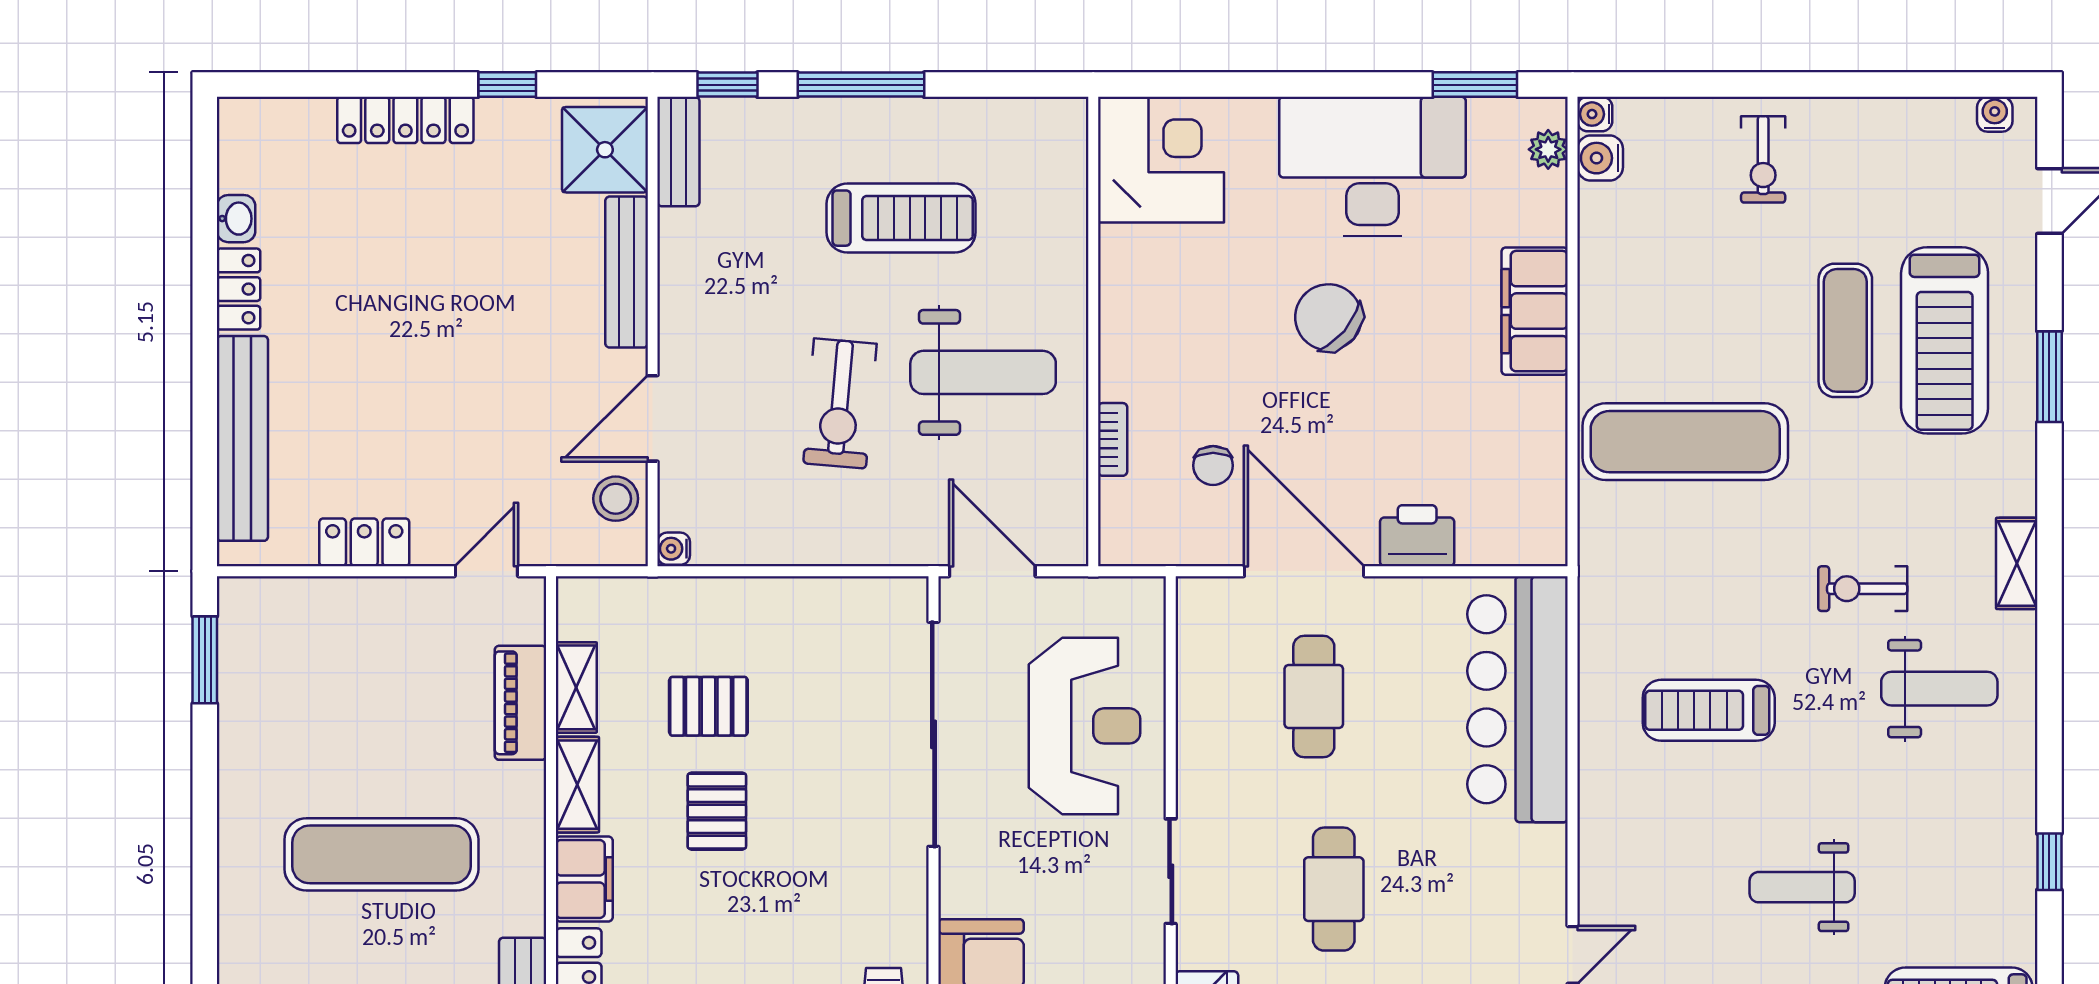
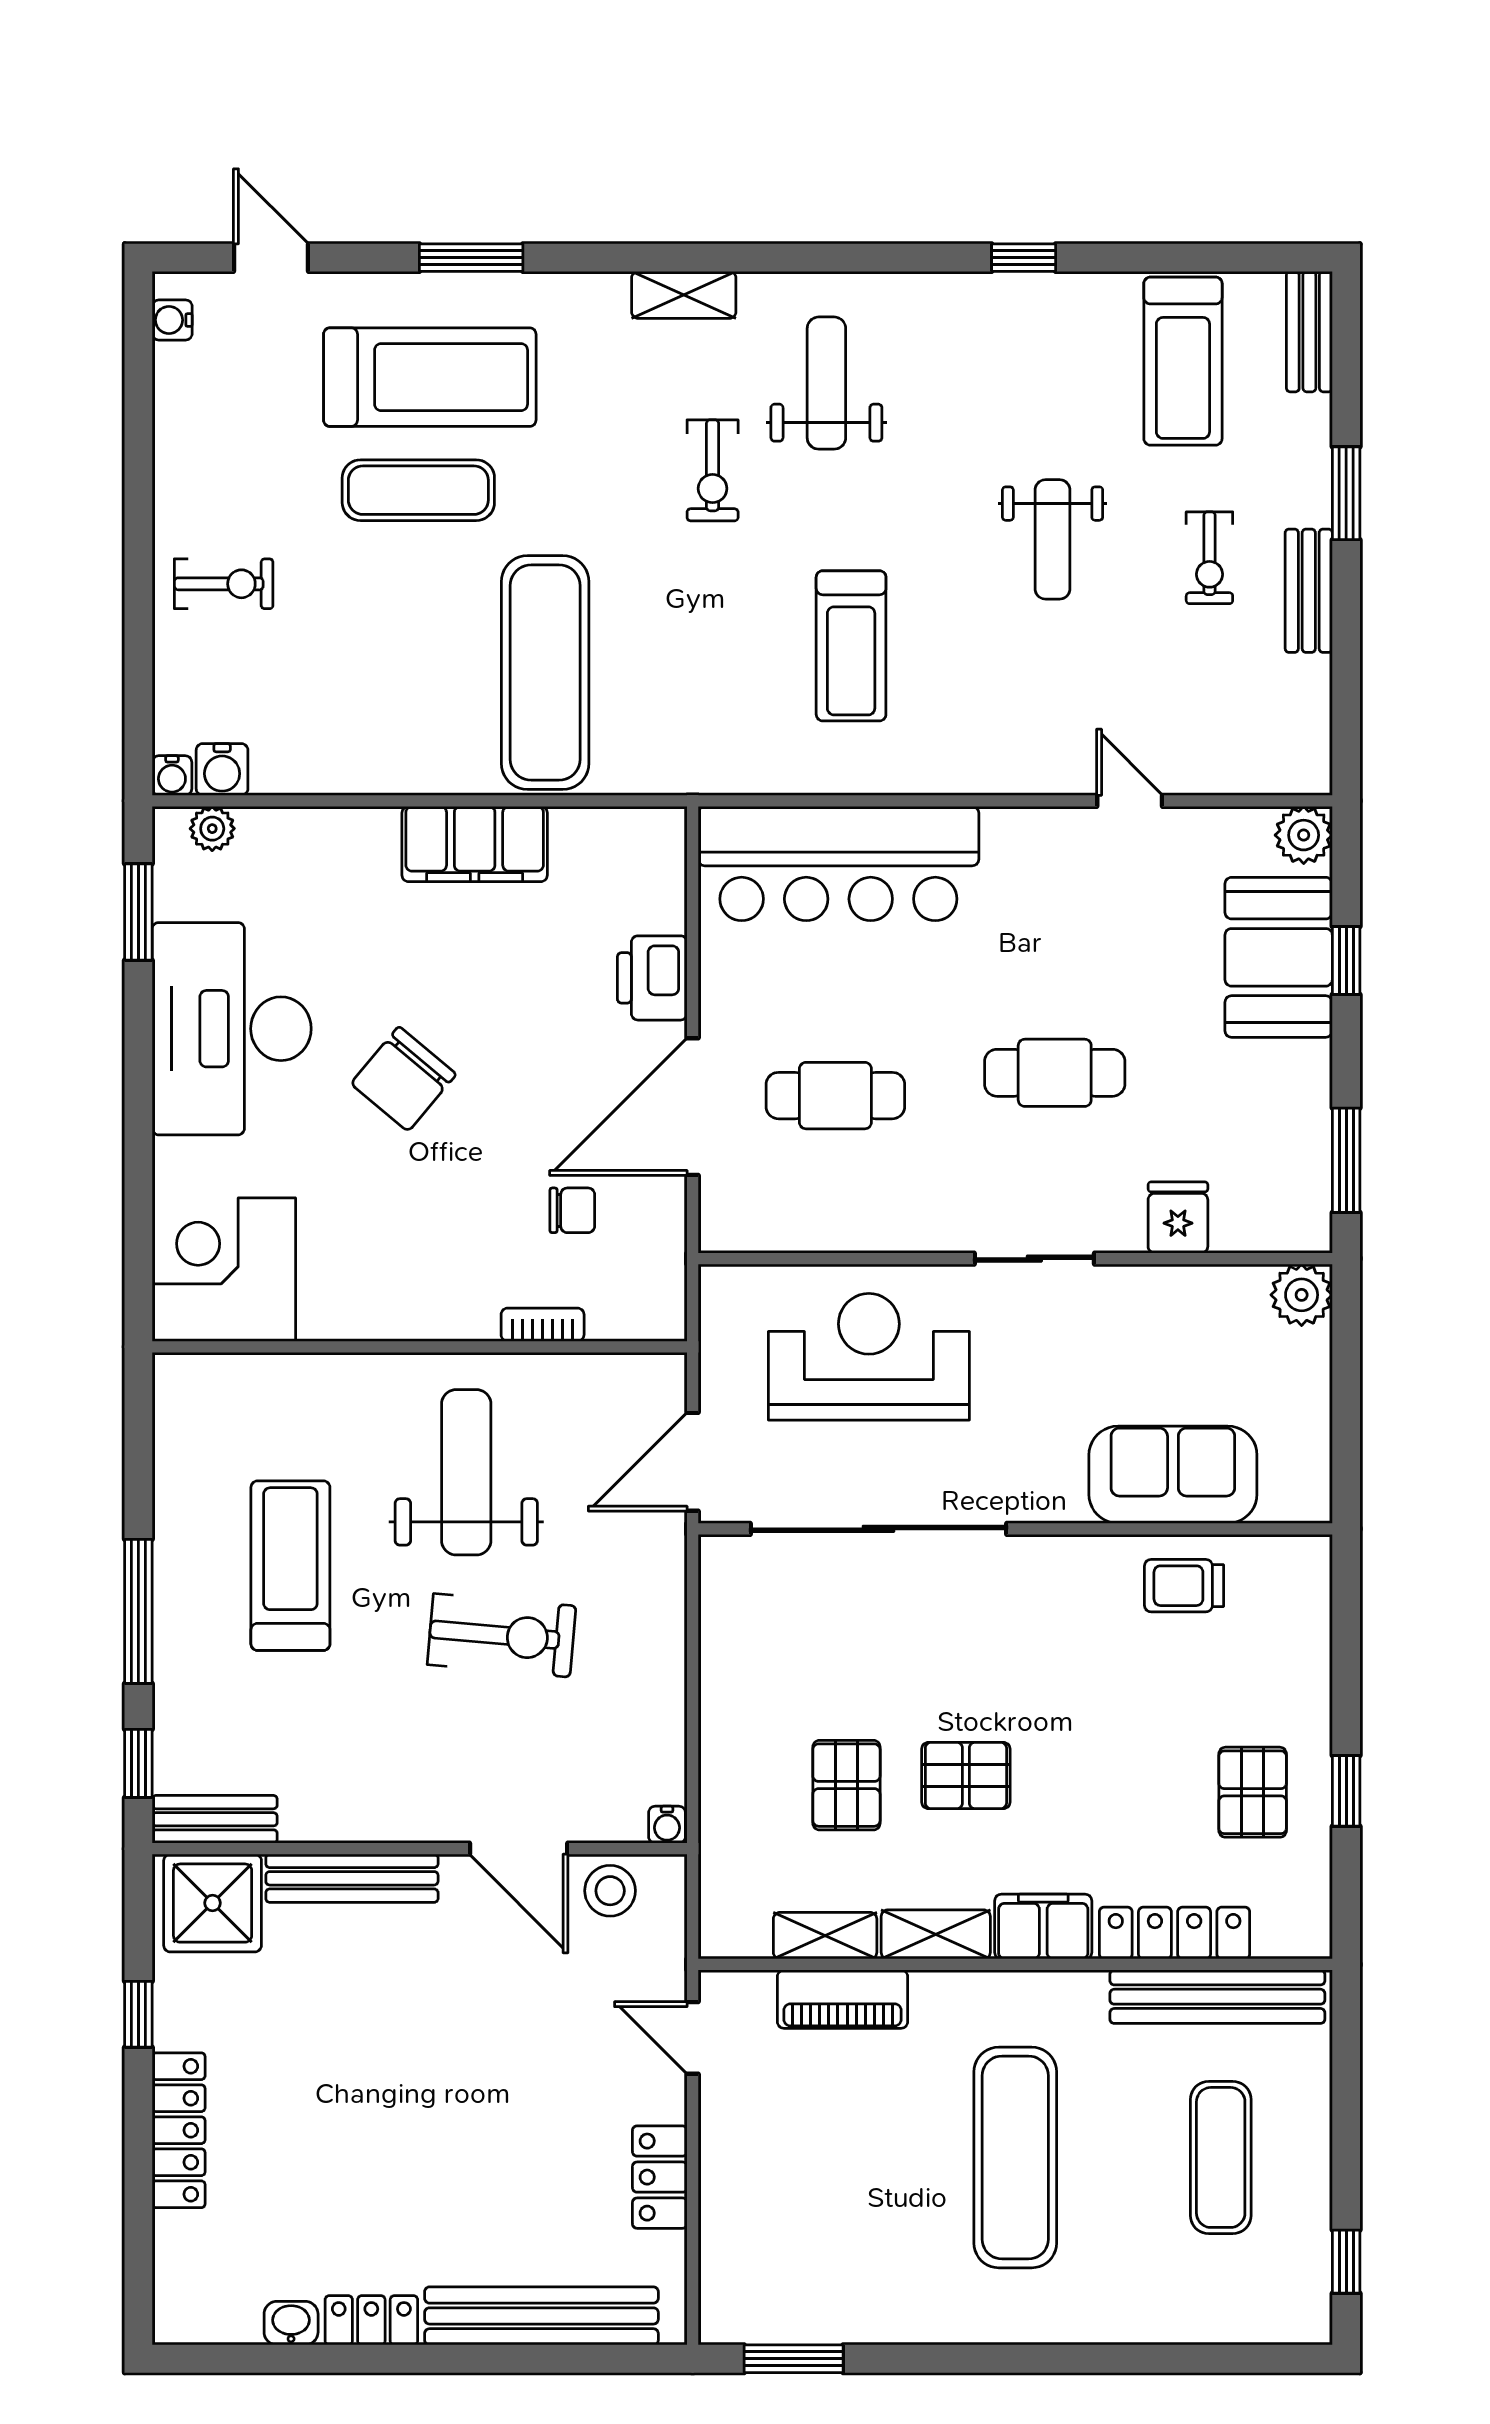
filing cabinet: (1535, 311) -> (475, 844), moved

